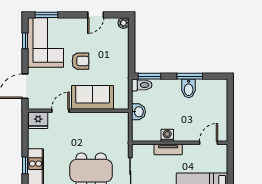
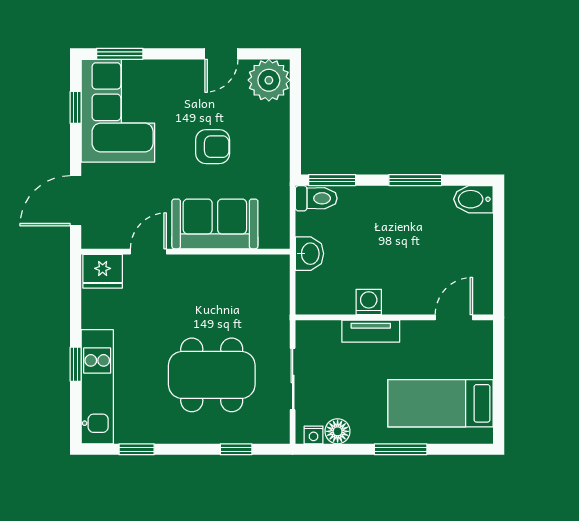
plant: (124, 23) -> (269, 80), width x1.88, depth x1.88
armchair: (80, 61) -> (213, 147), moved
bidet: (189, 88) -> (473, 199), moved, turned 90

